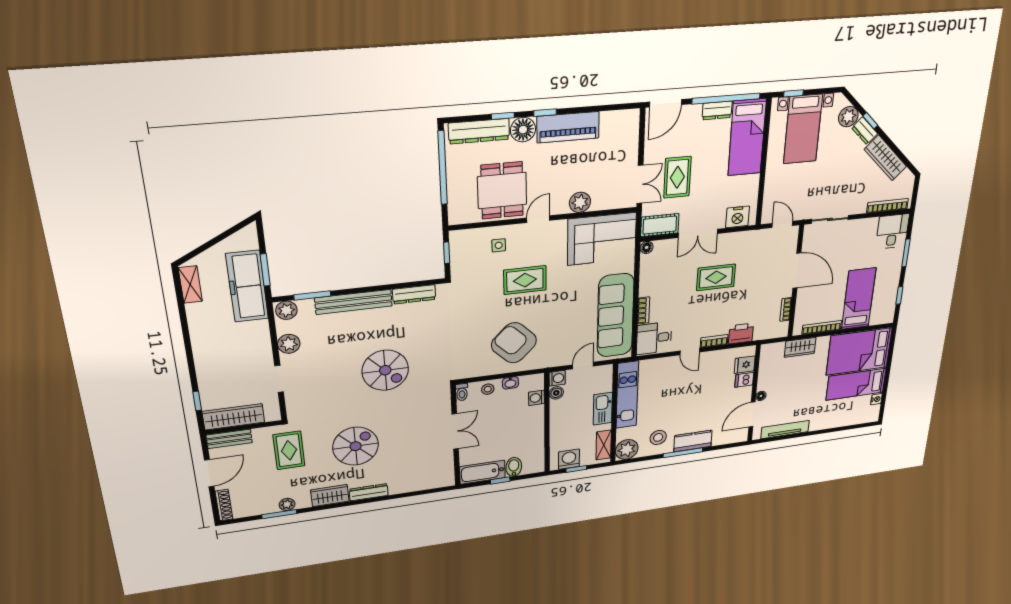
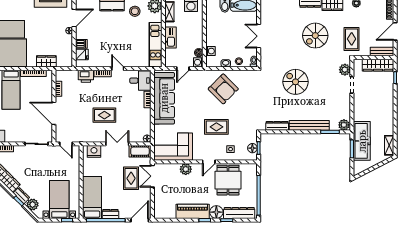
floor lamp: (458, 251) -> (252, 148), added
plant: (289, 344) -> (345, 70), moved

